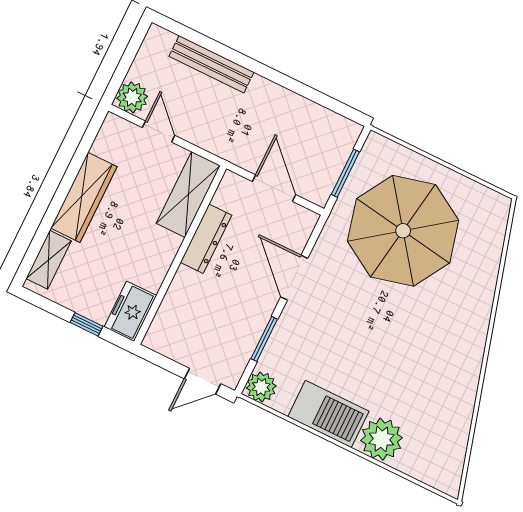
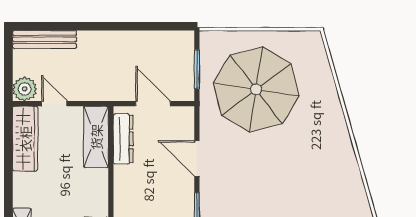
bench: (211, 64) -> (45, 39), moved
wardrobe: (84, 197) -> (25, 139), moved
dresser: (206, 239) -> (123, 139), moved

